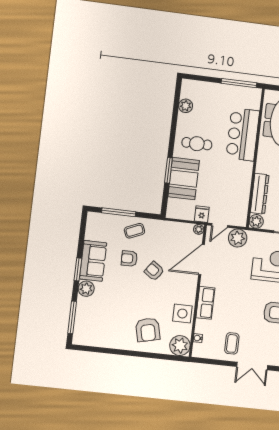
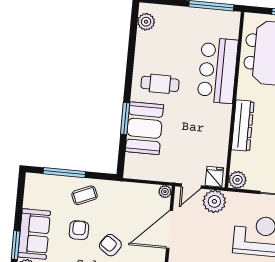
plant: (186, 106) -> (146, 22), moved
dresser: (260, 194) -> (243, 126), moved
fridge: (202, 214) -> (214, 177), moved
armchair: (129, 259) -> (79, 230), turned 91

